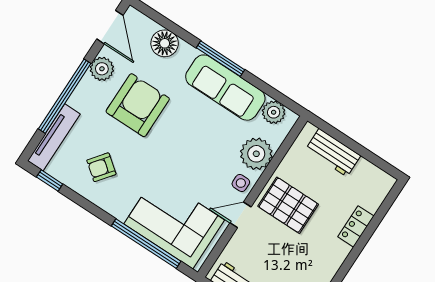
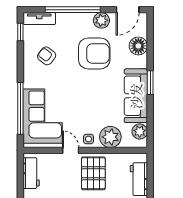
window: (221, 59) -> (150, 83), width x0.69
tv unit: (54, 137) -> (39, 19), width x0.71

